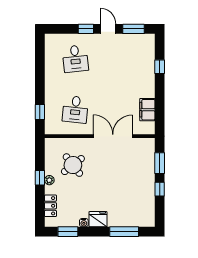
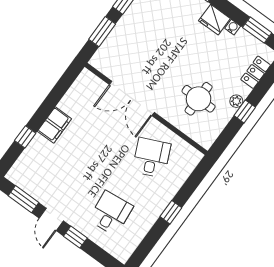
desk: (75, 109) -> (151, 158), turned -30
filing cabinet: (147, 110) -> (54, 125), moved
window: (40, 112) -> (171, 212), moved
round table: (73, 165) -> (199, 99), turned 38

